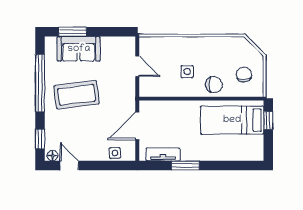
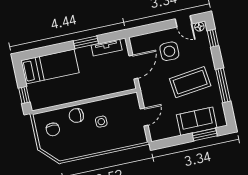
door: (137, 66) -> (144, 117), swing flipped
window: (40, 83) -> (223, 85), width x0.68
bed: (232, 120) -> (50, 67), moved
side table: (115, 153) -> (169, 51), moved, width x1.87, depth x1.87

